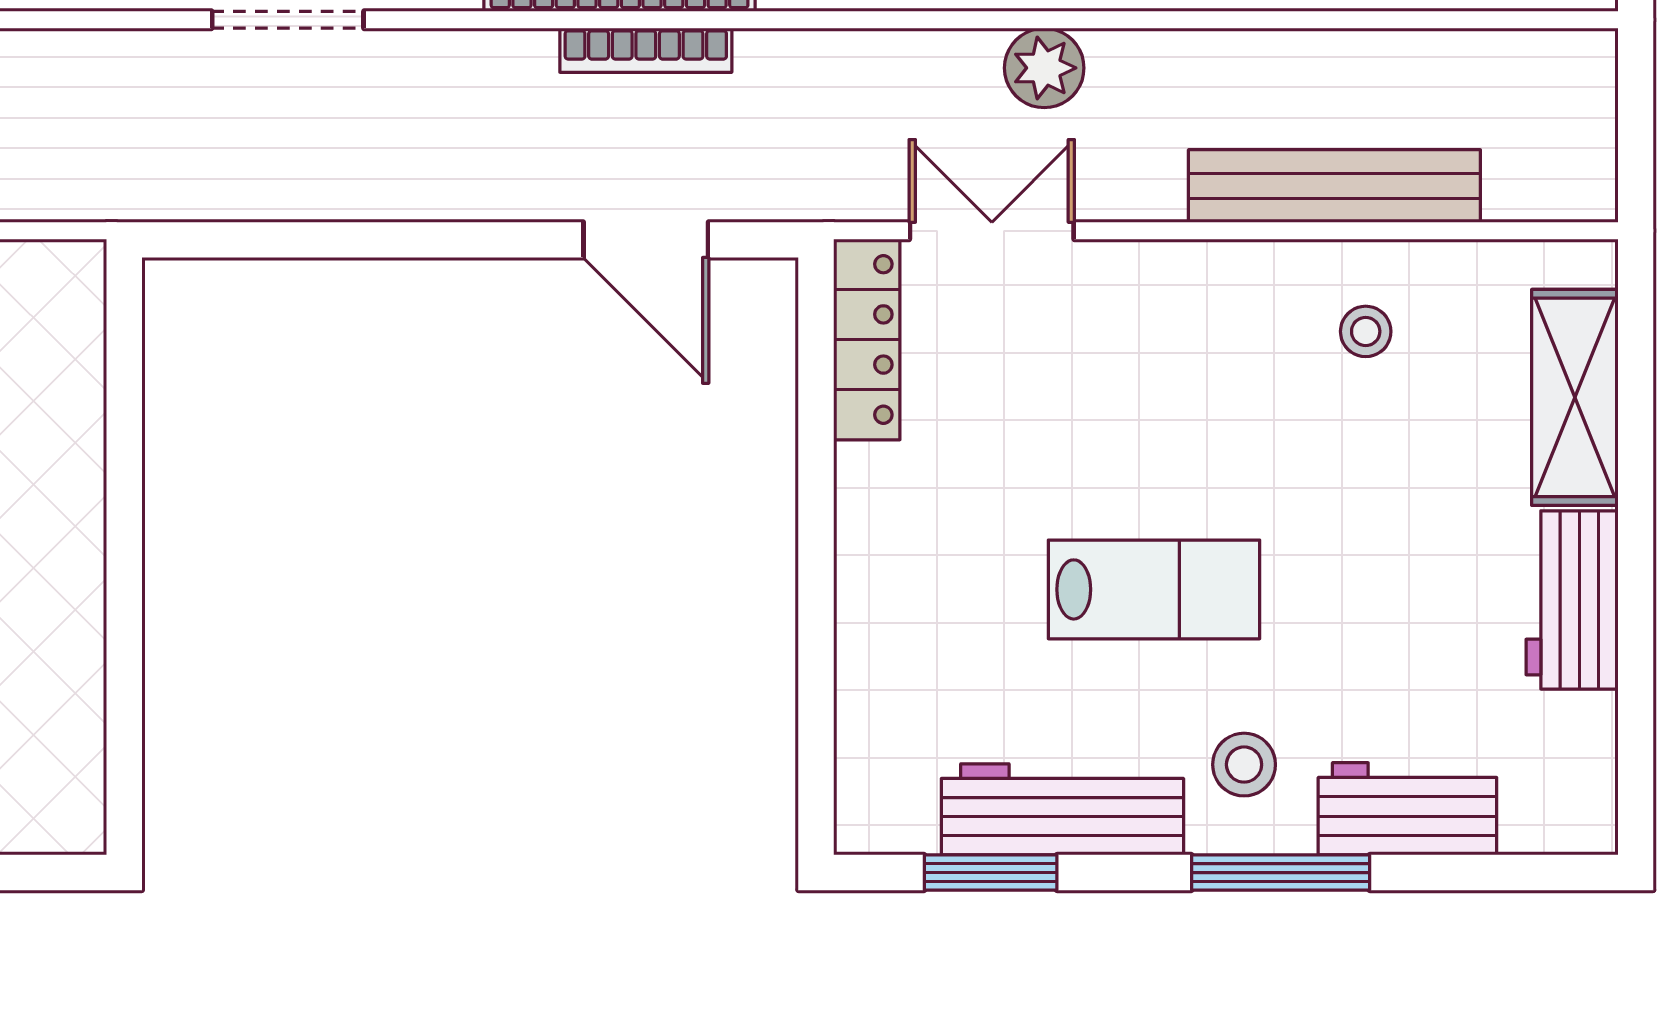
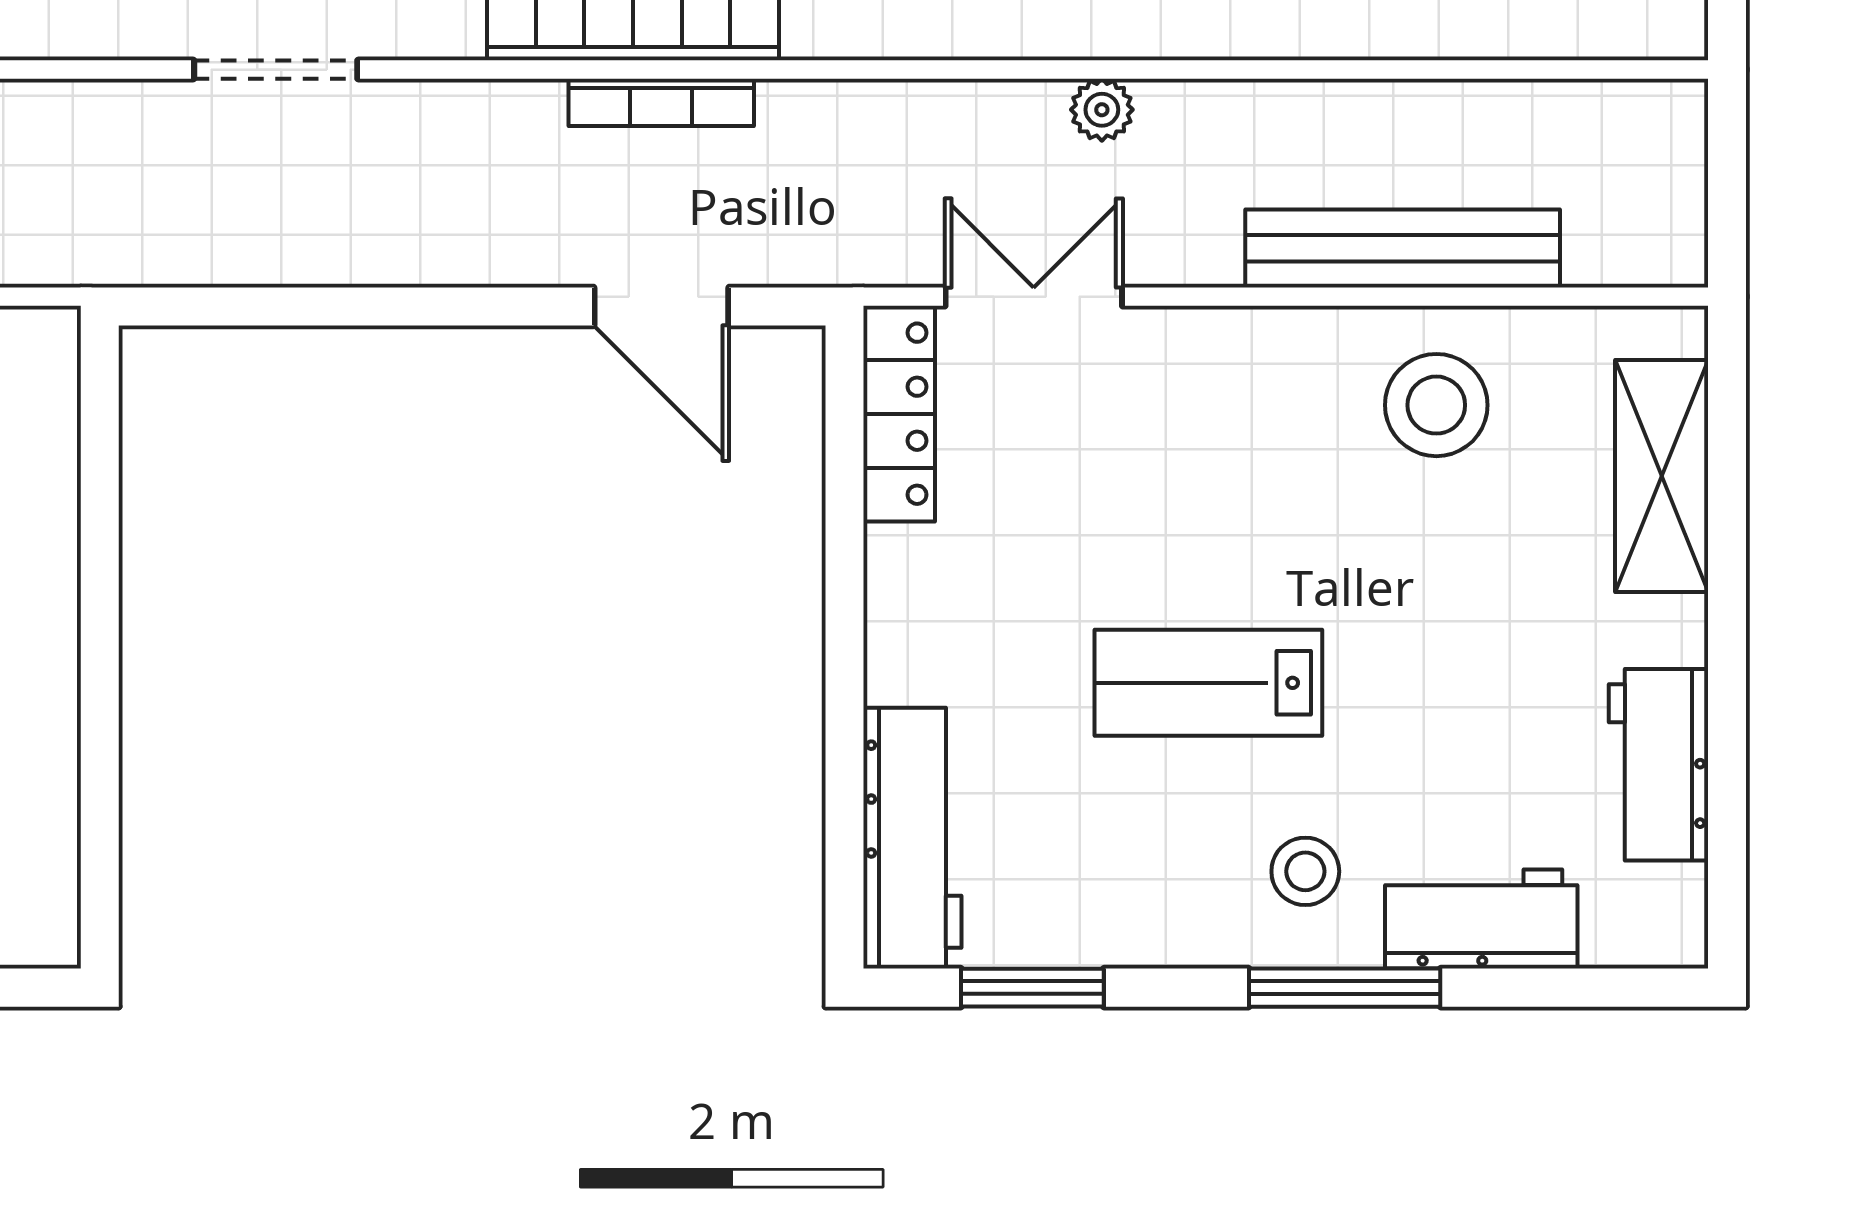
plant: (1044, 68) -> (1102, 110), width x0.73, depth x0.73
stool: (1366, 331) -> (1436, 405), width x1.89, depth x1.89
lab bench: (1154, 589) -> (1208, 683), turned 180
workbench: (1572, 600) -> (1658, 765), moved
workbench: (1062, 809) -> (912, 838), moved, turned 90

